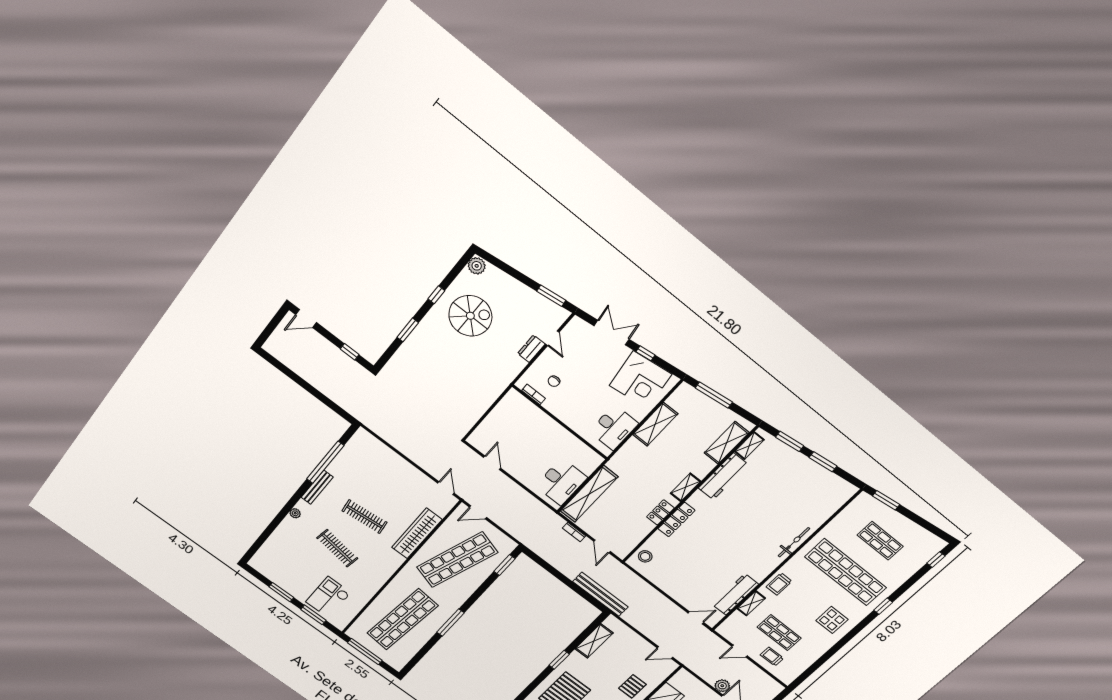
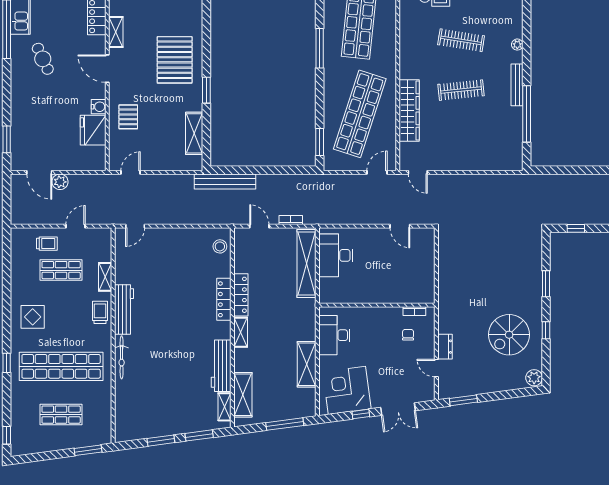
locker: (660, 512) -> (241, 295), width x1.53
workbench: (735, 594) -> (124, 310), moved

